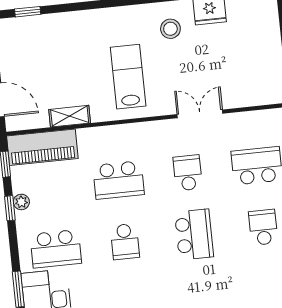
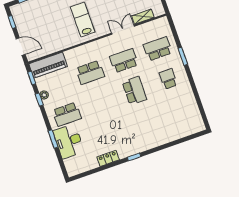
shelving: (70, 116) -> (143, 17), moved
school desk: (188, 173) -> (124, 61), width x1.85
school desk: (125, 242) -> (101, 102), removed

